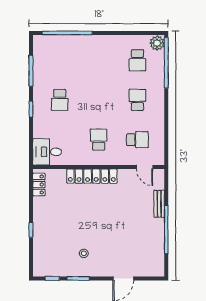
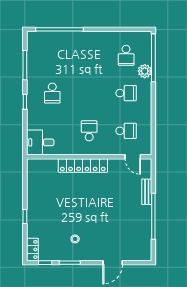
plant: (157, 43) -> (145, 71), moved
school desk: (137, 100) -> (126, 93), turned 90
locker: (39, 184) -> (32, 249), moved

